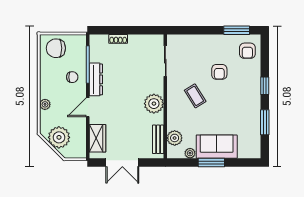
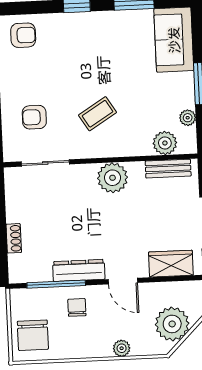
armchair: (219, 72) -> (34, 117), moved, turned 180
sofa: (217, 147) -> (174, 40), moved

